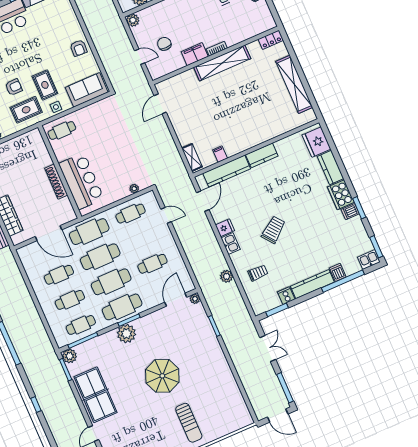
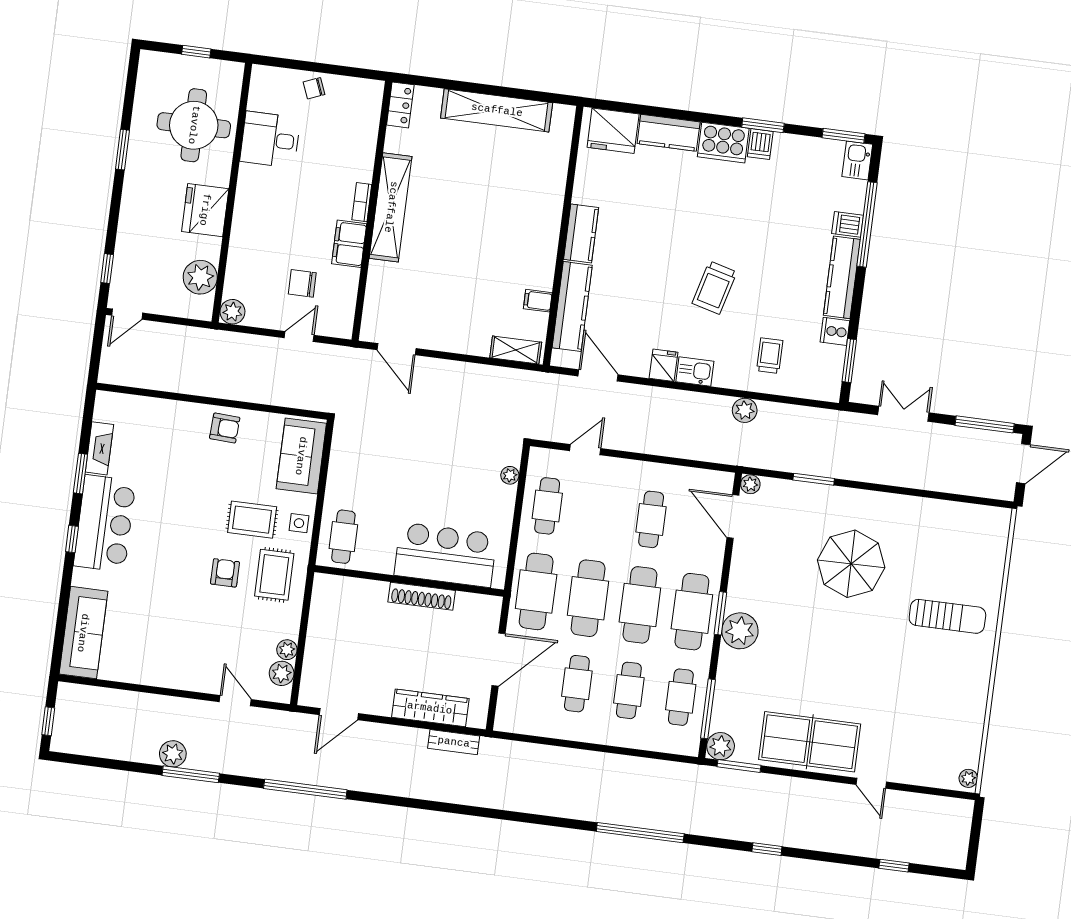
trolley: (273, 230) -> (714, 288), turned -127
parasol: (162, 376) -> (851, 564), moved

